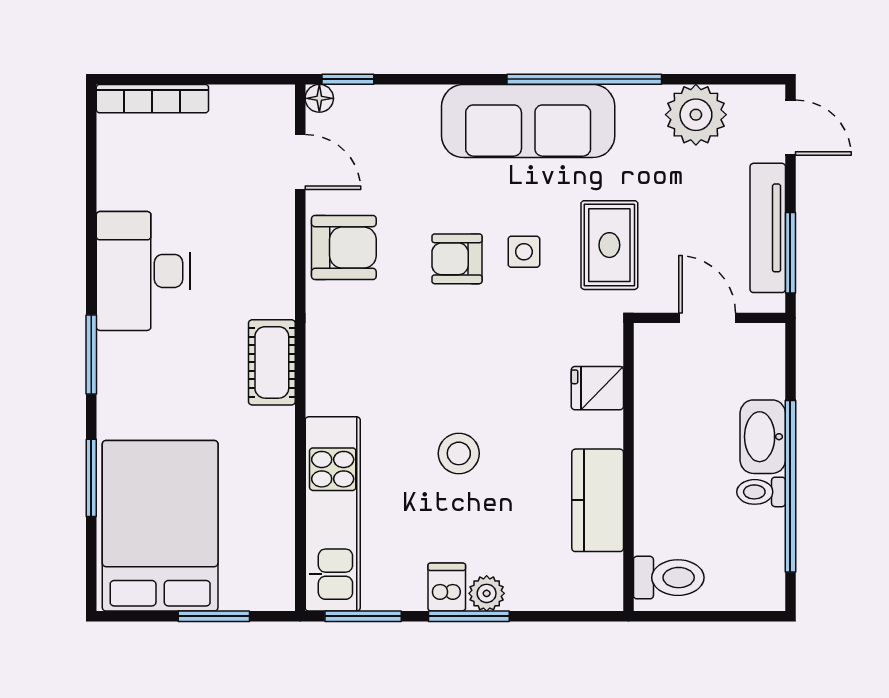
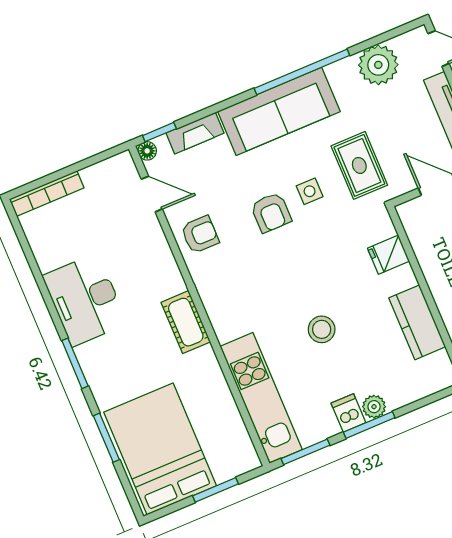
fireplace: (397, 102) -> (195, 133), added
armchair: (344, 248) -> (200, 235), width x0.72, depth x0.72
armchair: (457, 259) -> (271, 213), turned -90

